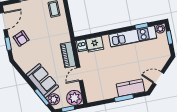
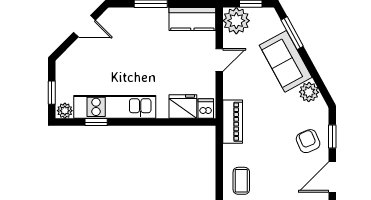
piano: (68, 55) -> (233, 122), moved
kitchen counter: (130, 88) -> (192, 19), moved
plant: (54, 99) -> (309, 92), moved

